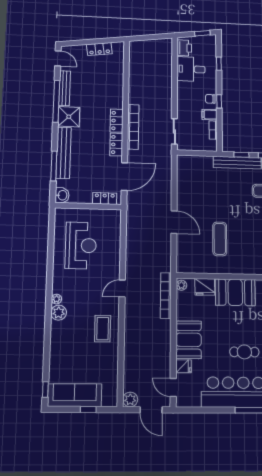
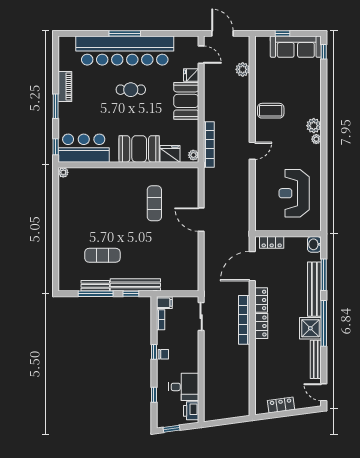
window: (56, 101) -> (324, 323), moved
filing cabinet: (209, 115) -> (164, 303), moved
coffee table: (103, 329) -> (271, 111), turned 90
plant: (130, 399) -> (243, 69), moved

